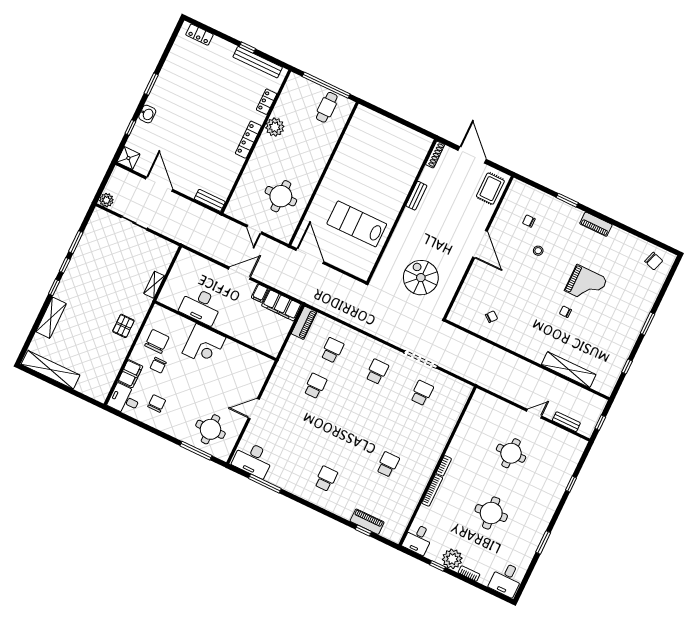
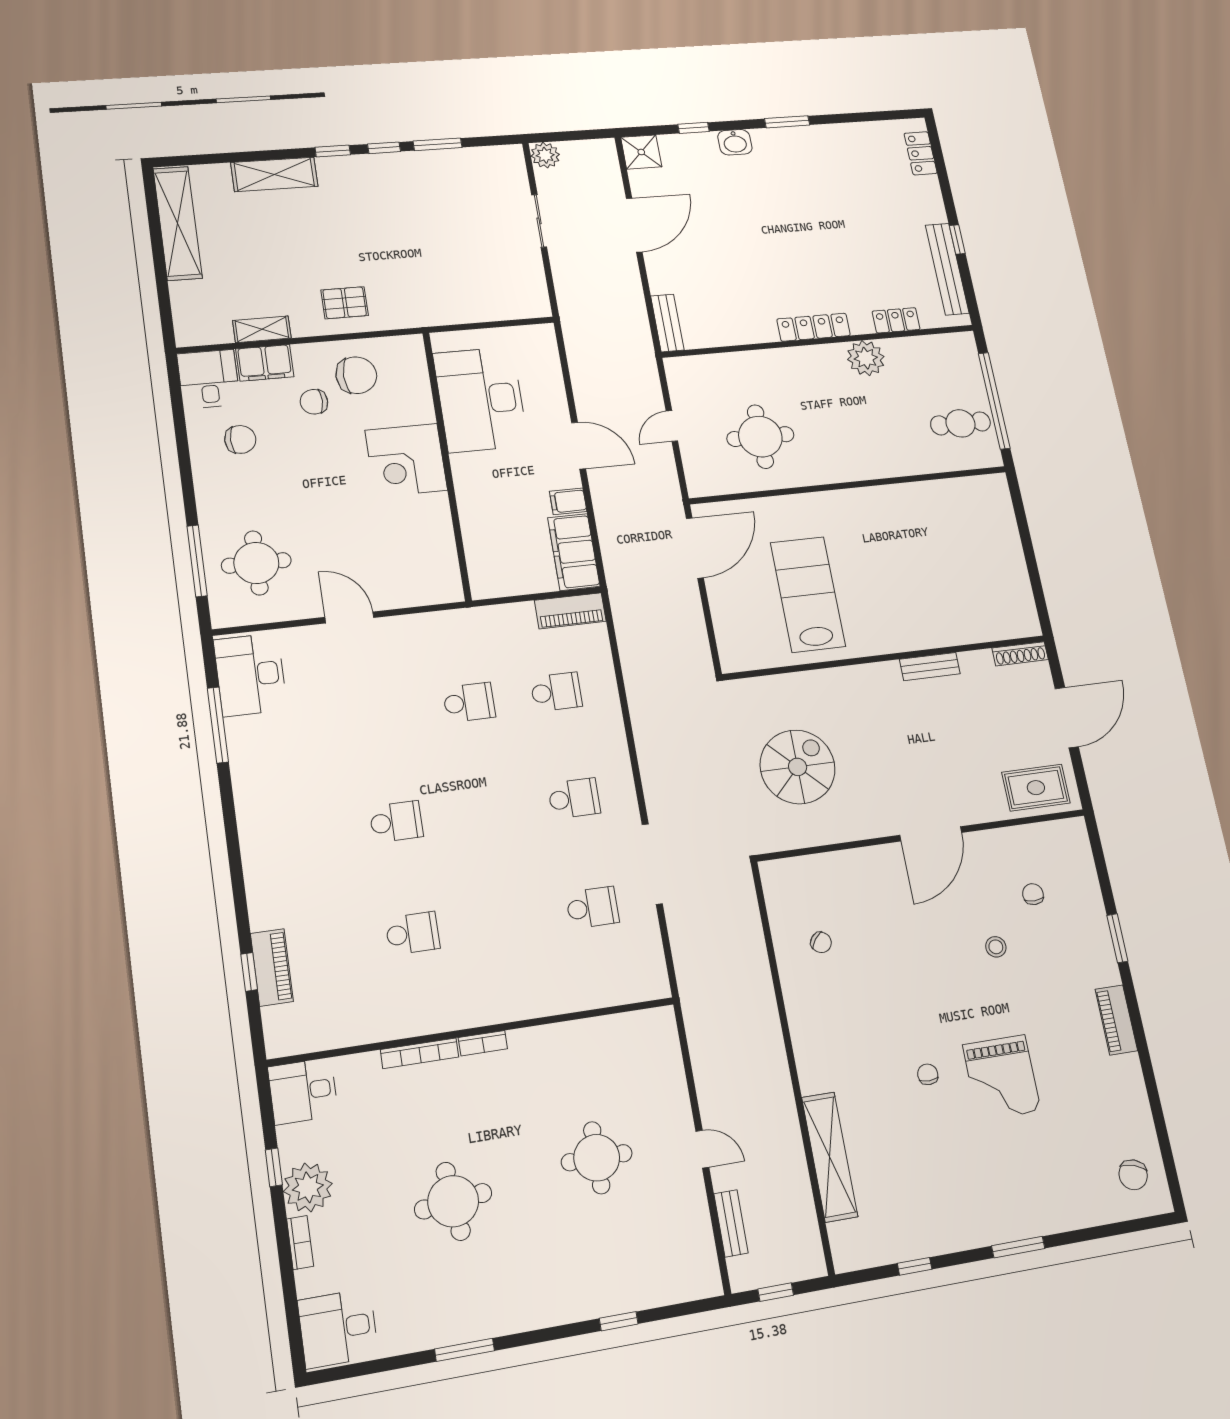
shelving: (154, 285) -> (262, 329), moved
desk: (201, 306) -> (481, 399), width x1.36, depth x1.30
school desk: (326, 479) -> (396, 822), moved

